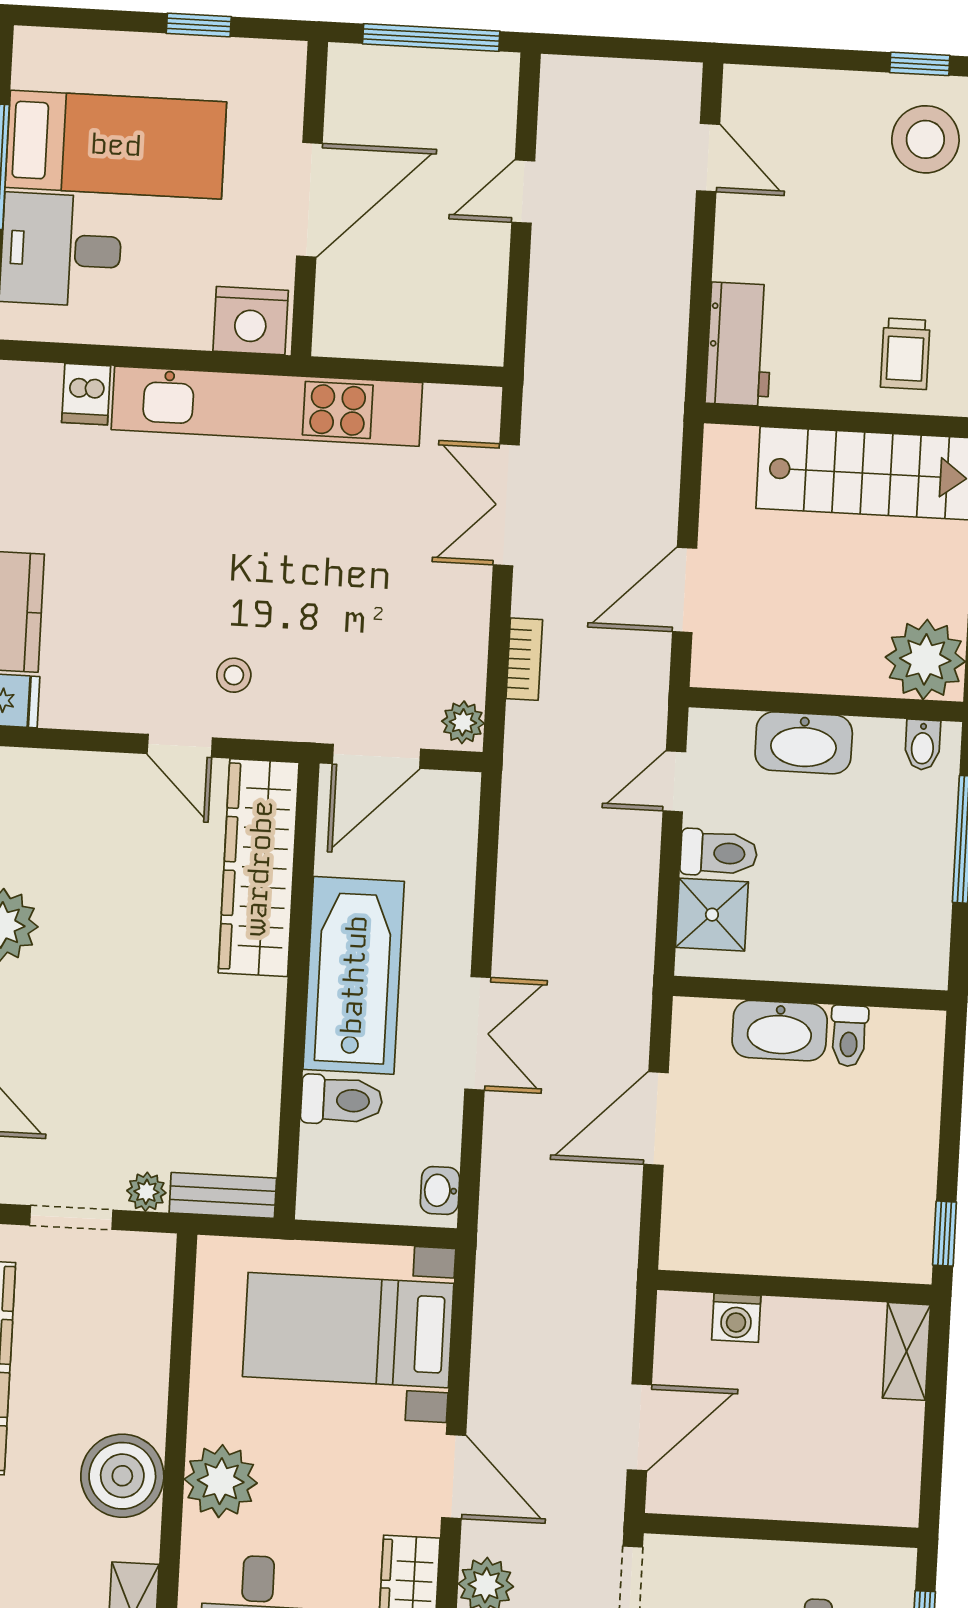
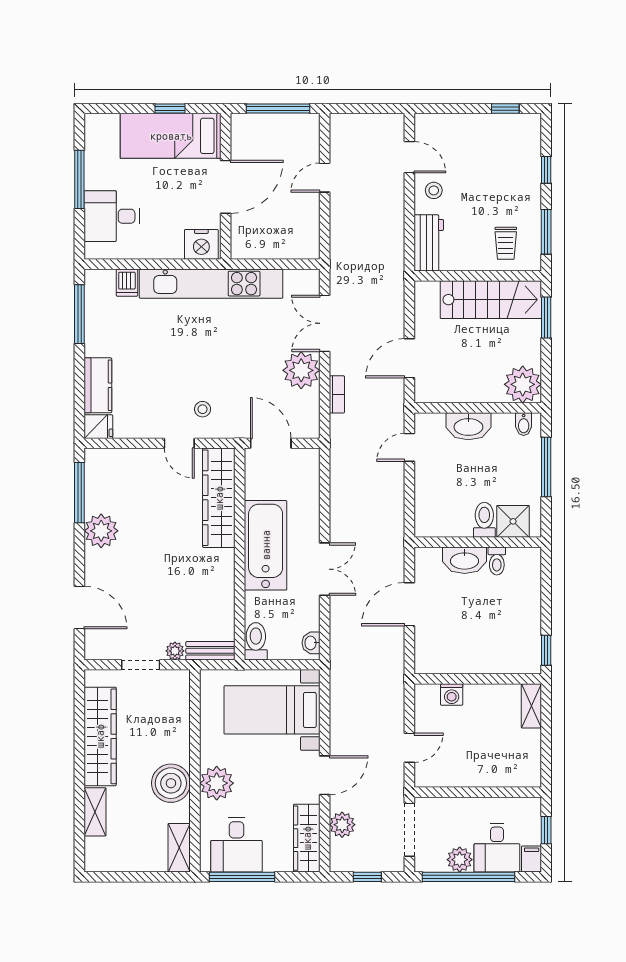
stool: (925, 139) -> (434, 190), moved, width x0.53, depth x0.53
bed: (116, 145) -> (171, 136), moved, turned 180
plant: (463, 722) -> (301, 370), moved, width x1.88, depth x1.88
door: (377, 756) -> (271, 443), swing flipped
toilet: (719, 853) -> (484, 520), moved, turned -90
shower: (712, 915) -> (513, 521), moved
toilet: (342, 1100) -> (256, 641), moved, turned -90
door: (639, 1427) -> (409, 748), width x0.73
door: (454, 1476) -> (325, 775), hinge flipped

